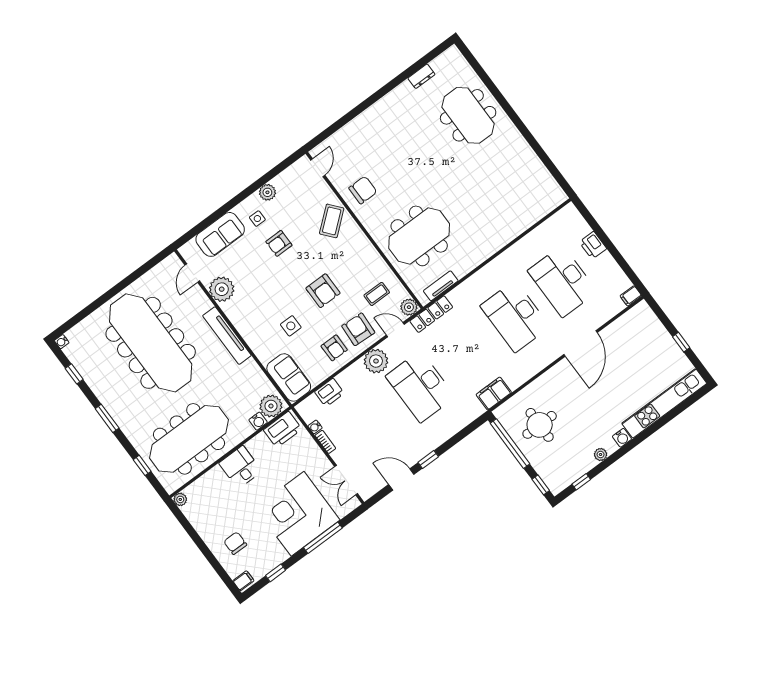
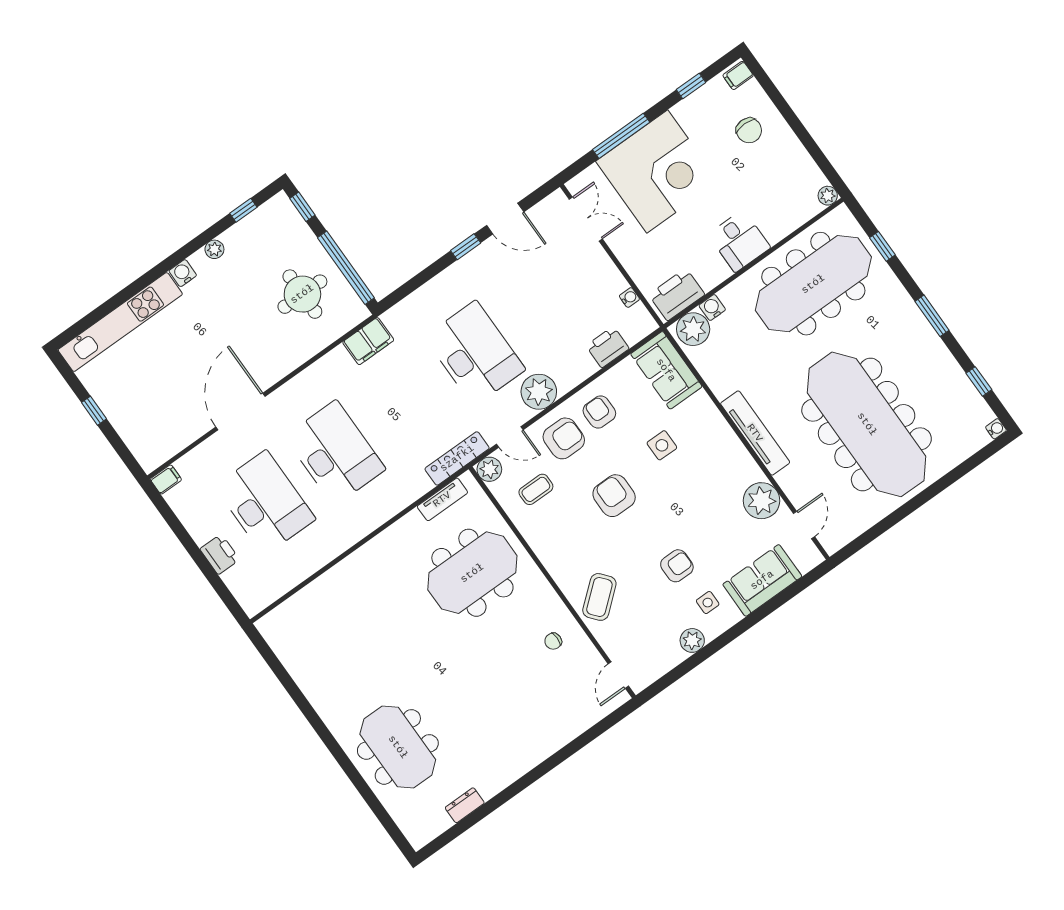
chair: (363, 190) -> (553, 641), width x0.54, depth x0.54
armchair: (358, 329) -> (564, 438), turned -93
bookcase: (325, 442) -> (615, 275), removed

